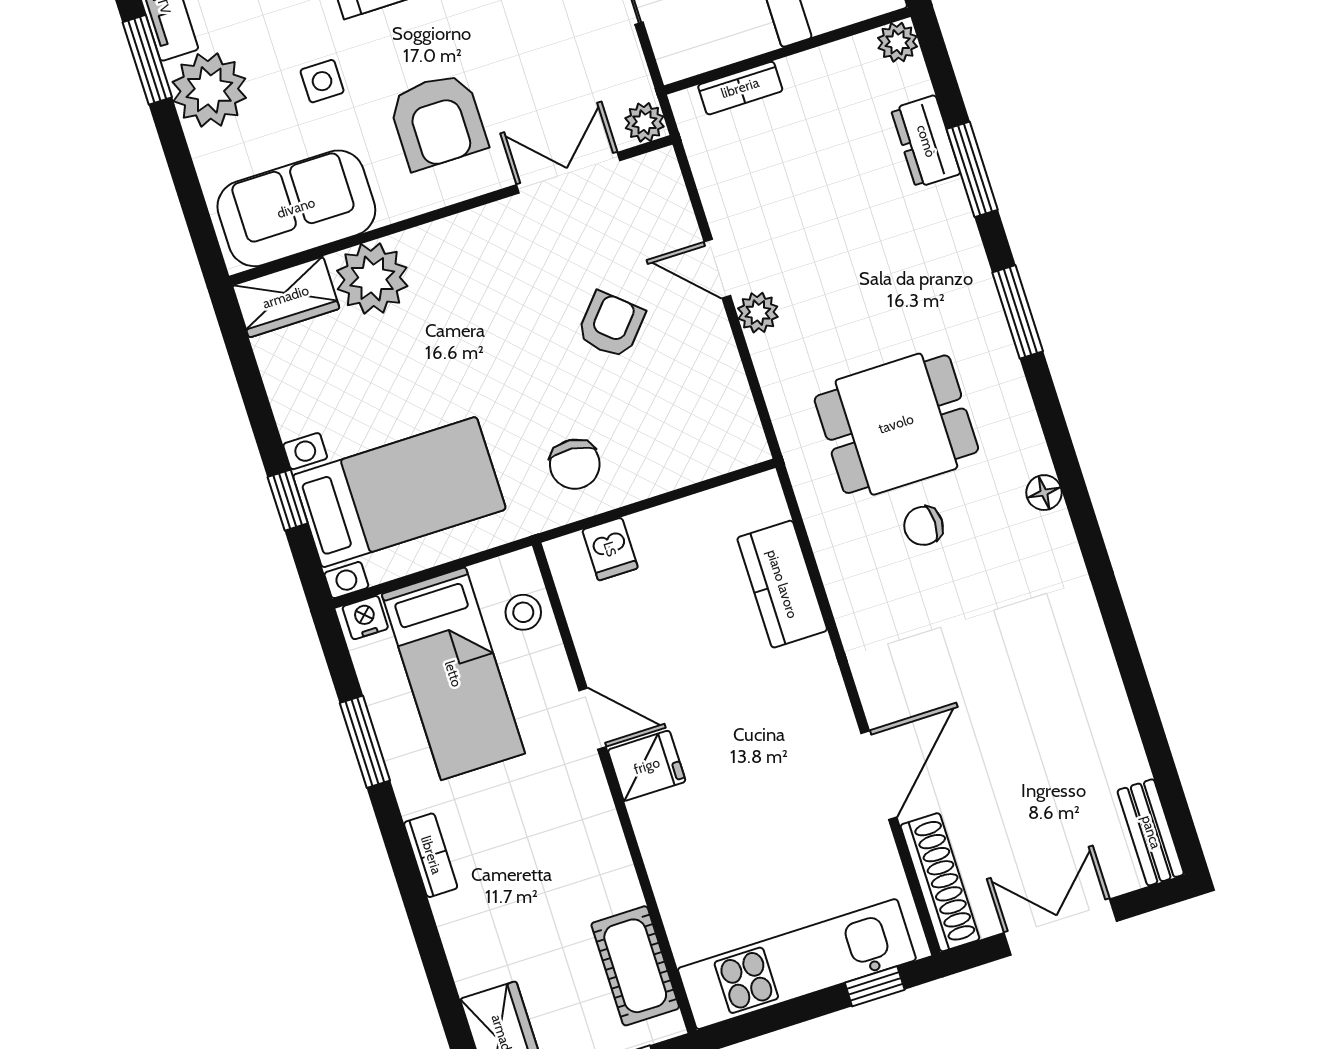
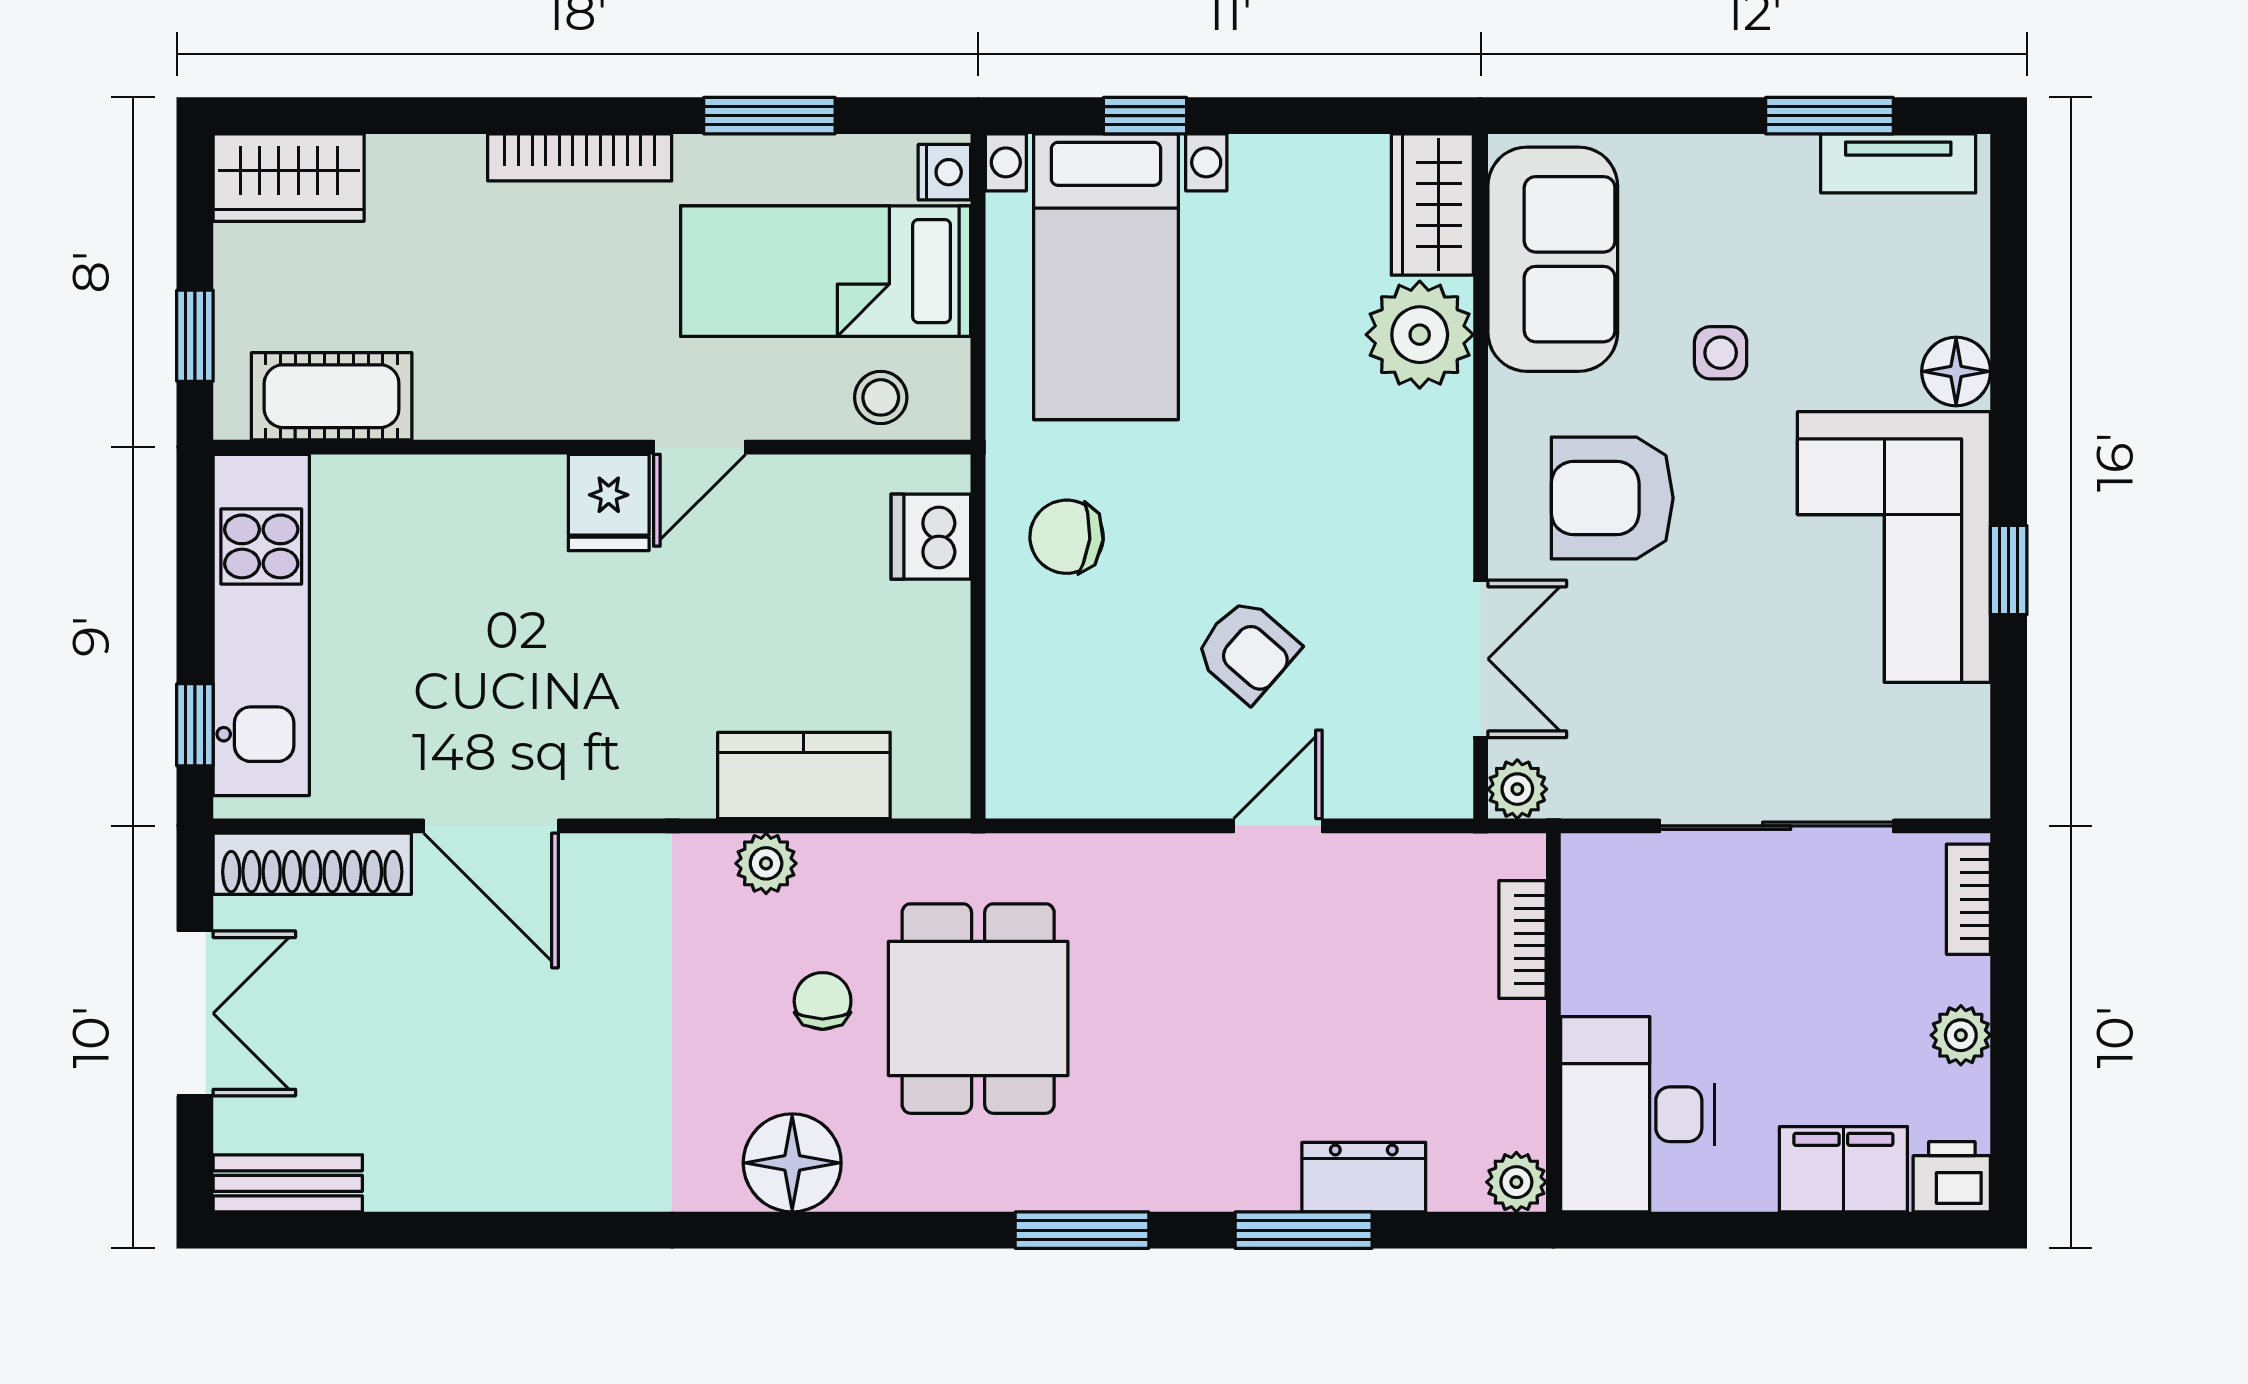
plant: (209, 90) -> (1759, 190), removed
plant: (758, 313) -> (766, 863), moved
floor lamp: (1044, 493) -> (792, 1163), width x1.89, depth x1.89
dishwasher: (610, 549) -> (931, 537), width x1.38
bookcase: (431, 855) -> (580, 157), width x1.56

